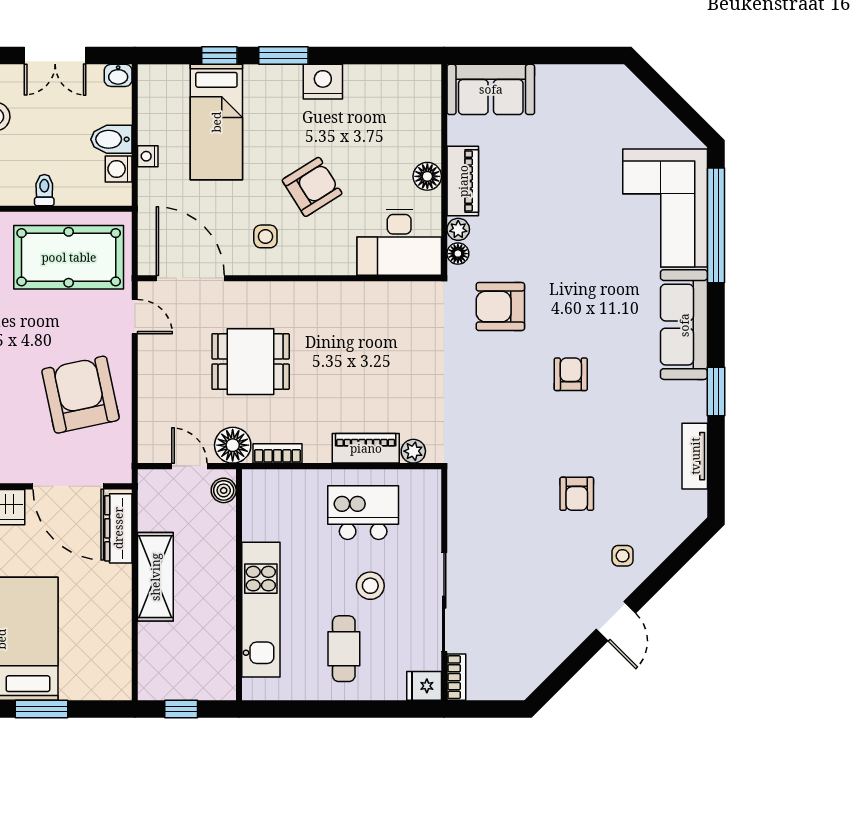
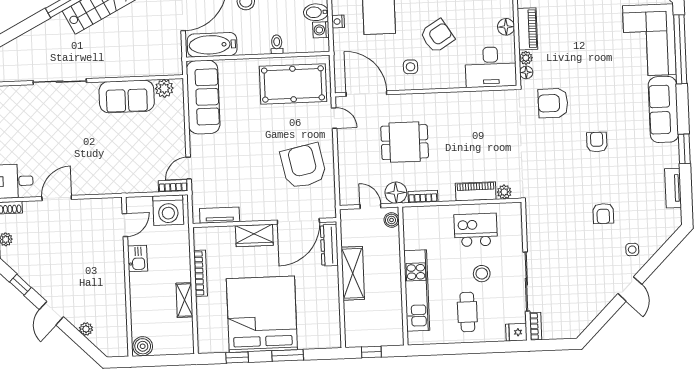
door: (68, 486) -> (298, 221), hinge flipped

